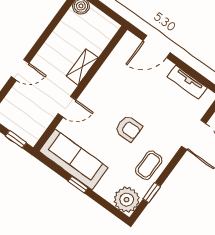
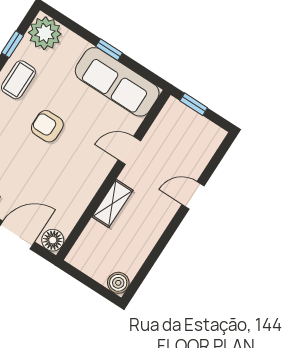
floor lamp: (129, 41) -> (53, 240), added

